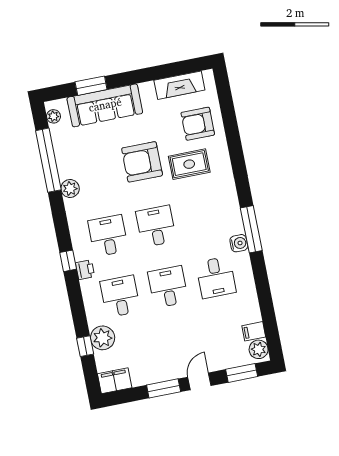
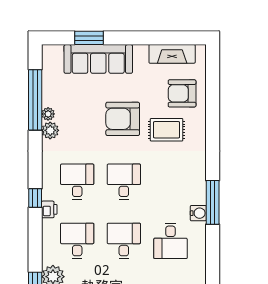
plant: (53, 116) -> (48, 114), moved

